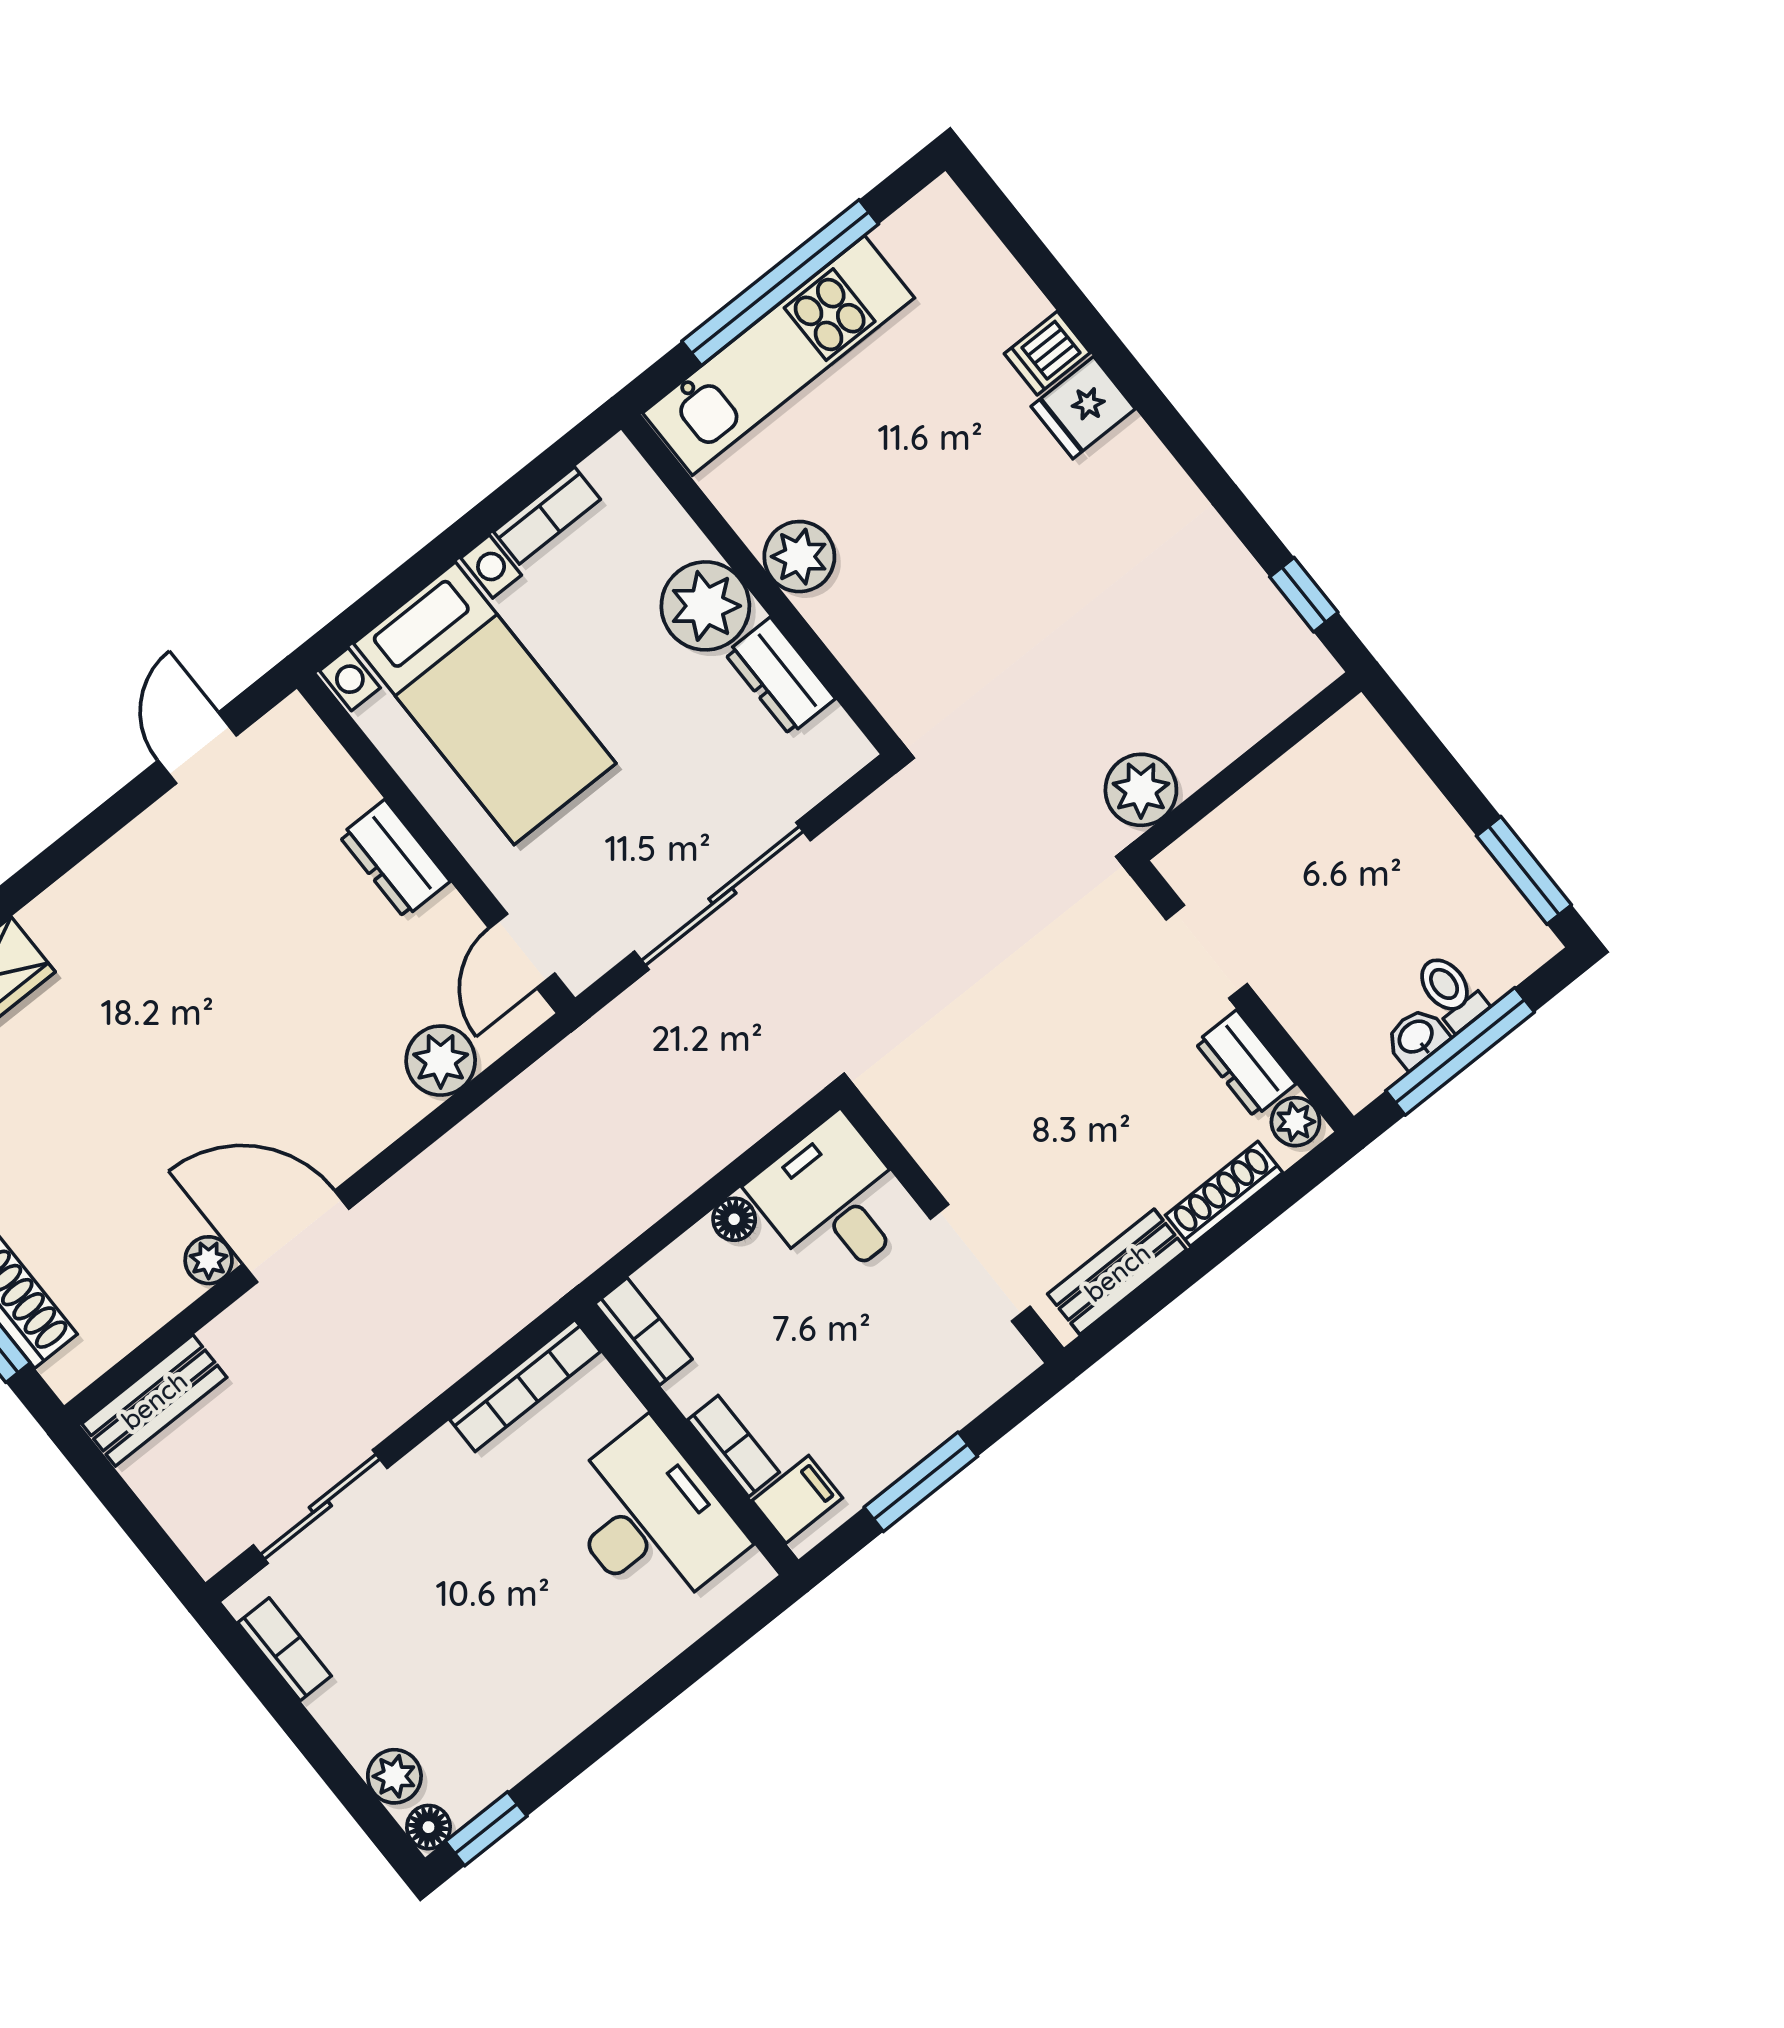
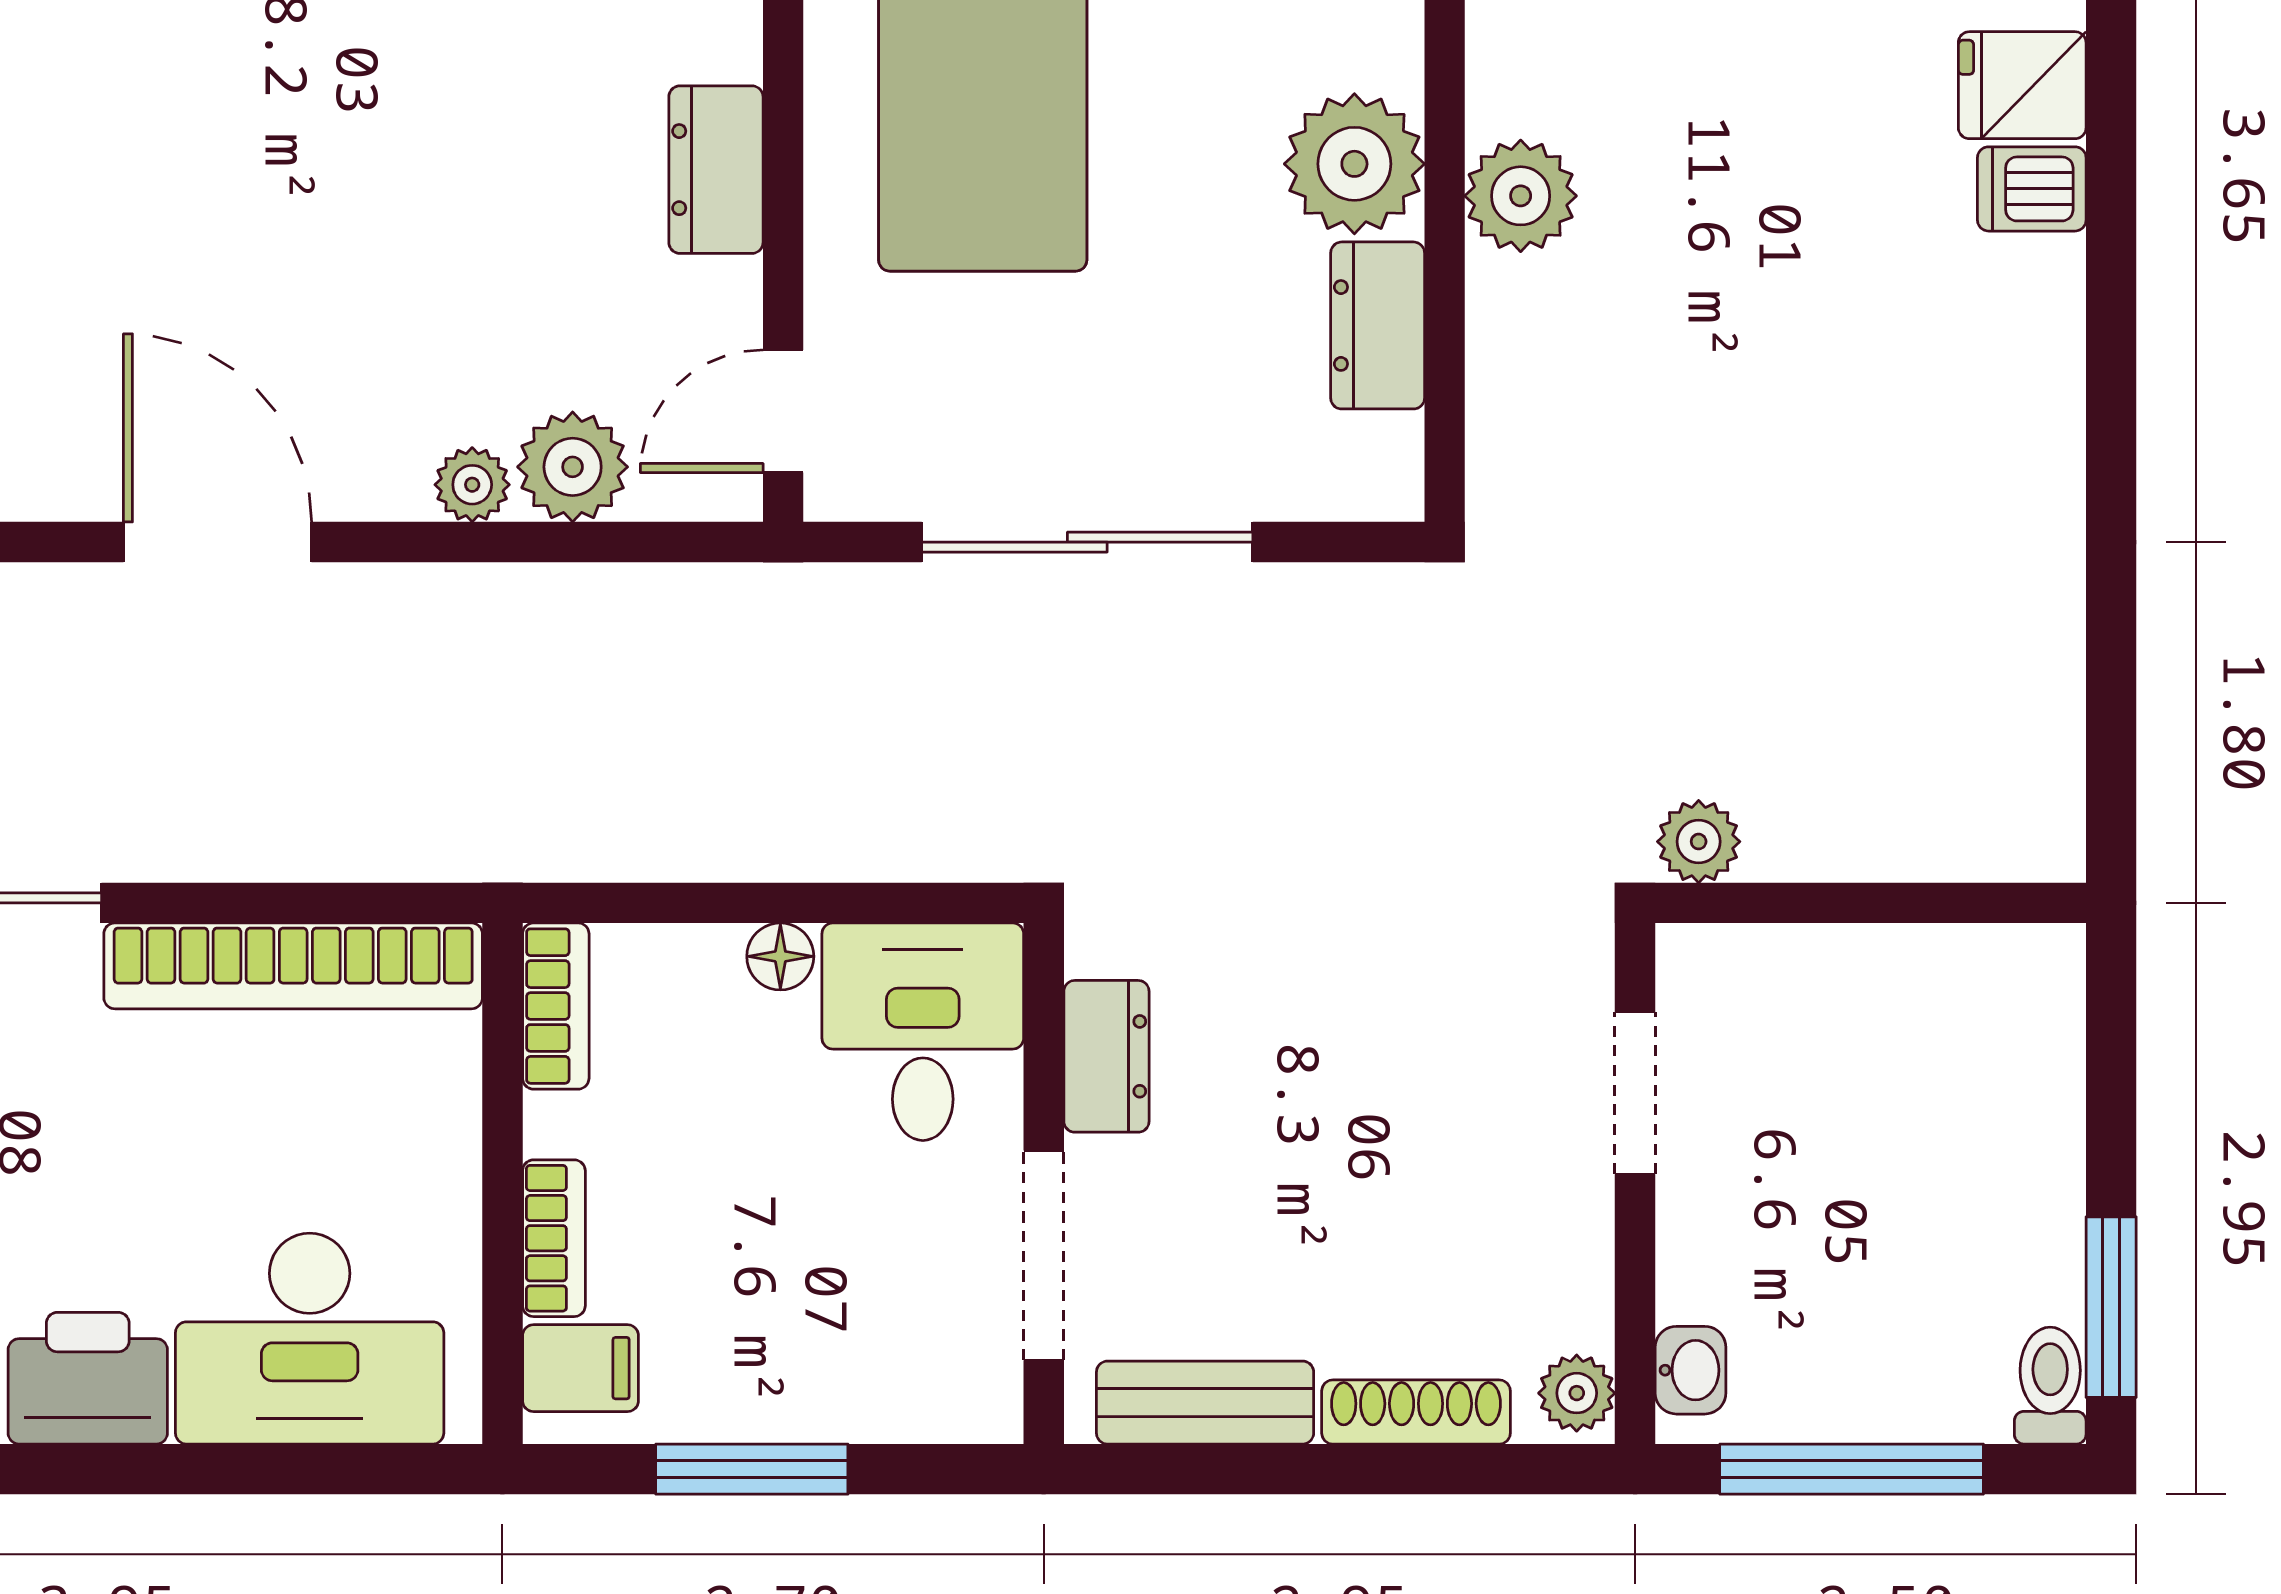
fridge: (1083, 408) -> (2022, 85), moved
window: (1304, 595) -> (2111, 745), removed
plant: (1141, 790) -> (1699, 842), width x0.73, depth x0.73
toilet: (1450, 992) -> (2050, 1386), moved
washbasin: (1416, 1038) -> (1691, 1370), moved, turned 90
dresser: (1245, 1063) -> (1106, 1056), moved, turned 180
plant: (209, 1260) -> (472, 485), moved
bookcase: (525, 1386) -> (293, 966), width x1.48, depth x1.31
desk: (650, 1520) -> (310, 1339), moved, turned 90
printer: (560, 1697) -> (88, 1378), added

